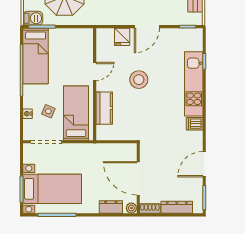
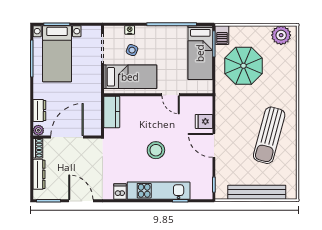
bed: (36, 56) -> (200, 53), moved, turned -90
stool: (139, 80) -> (156, 150), moved
kitchen counter: (104, 108) -> (112, 112), moved, turned -90

